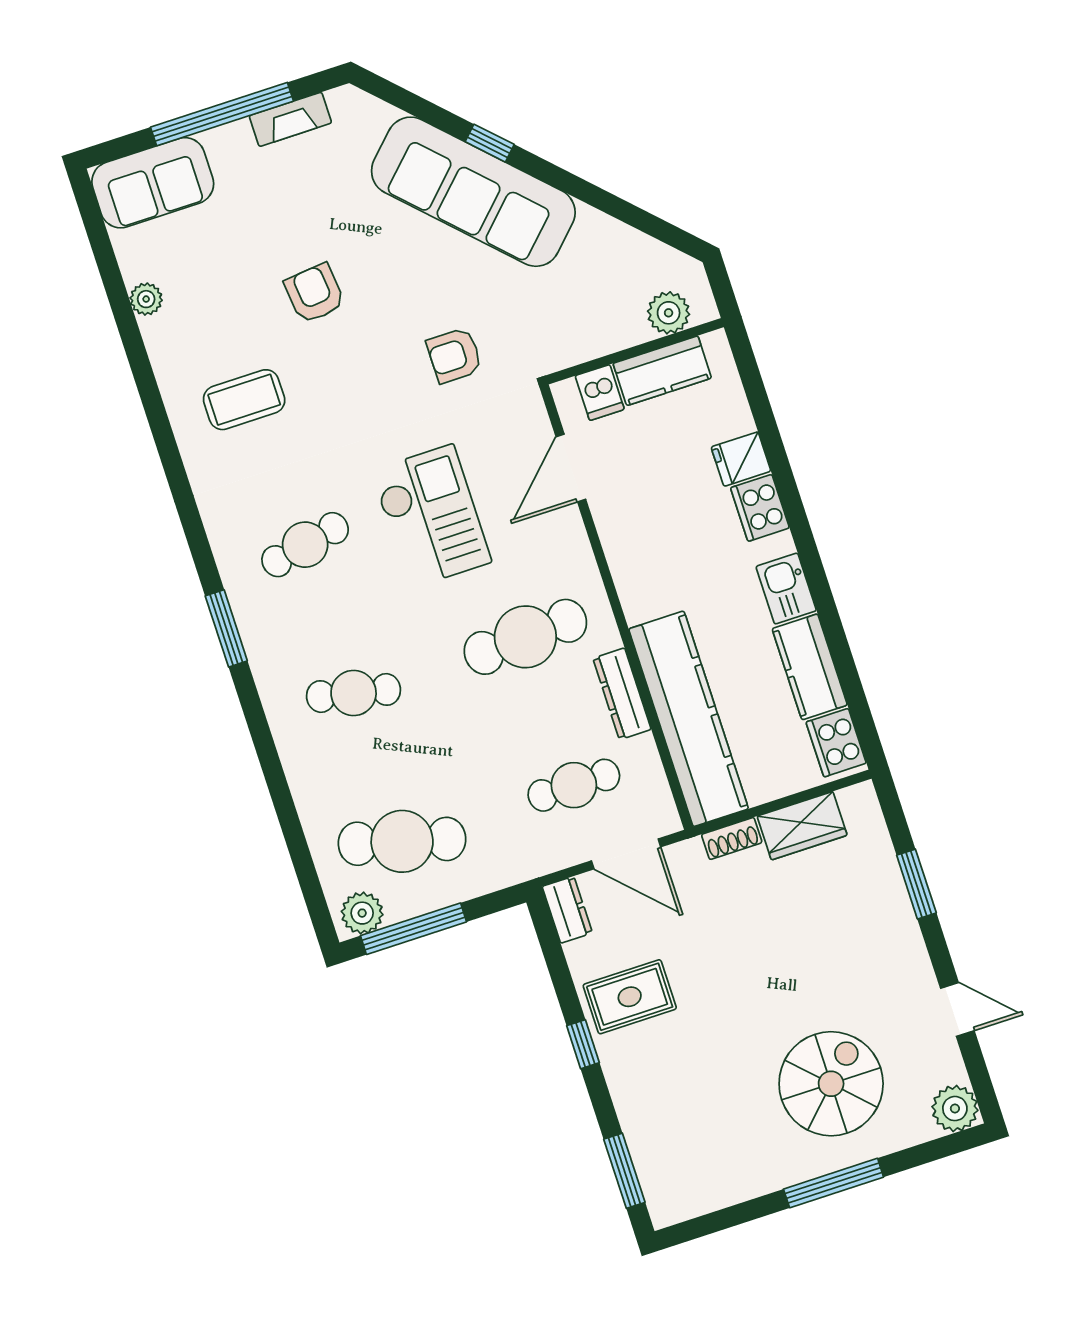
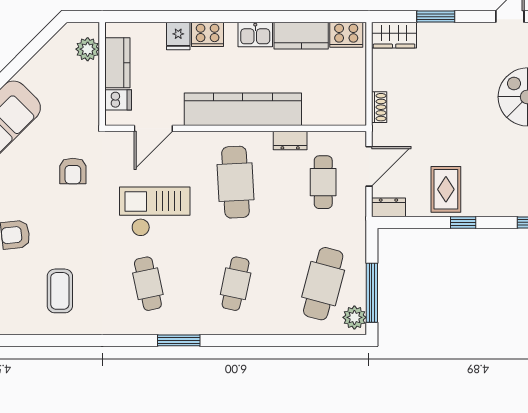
door: (571, 468) -> (153, 128), hinge flipped
dresser: (622, 694) -> (290, 141), width x0.70
kitchen counter: (689, 719) -> (243, 109), moved
wardrobe: (802, 826) -> (394, 35), moved, turned 90

